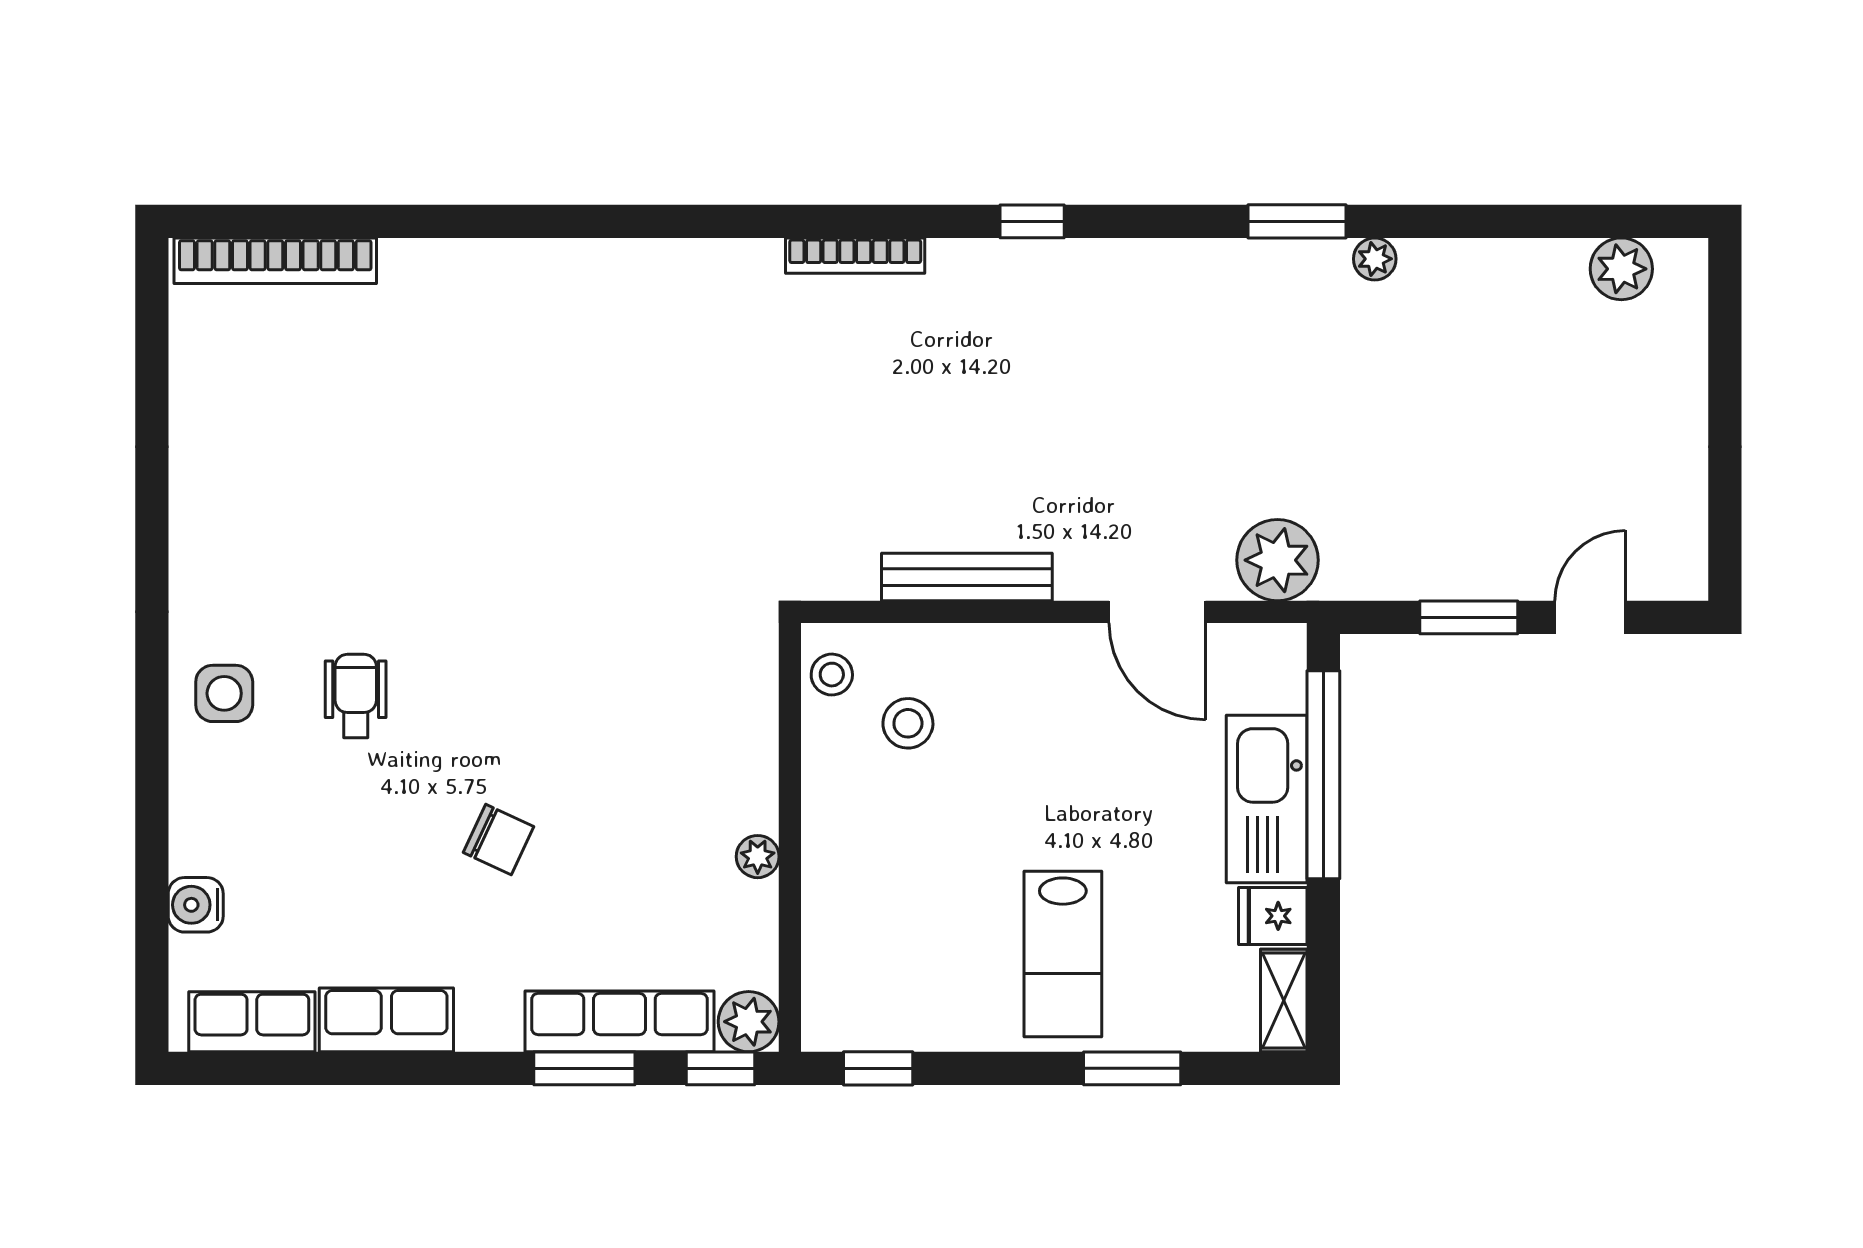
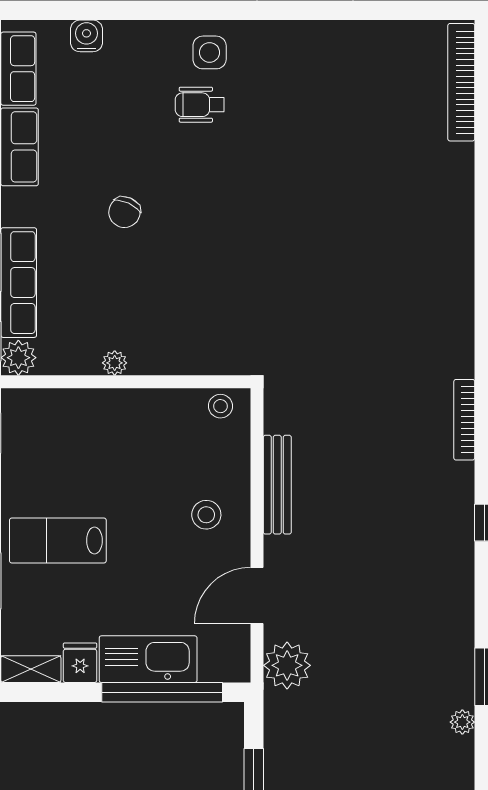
wheelchair: (356, 696) -> (200, 105), moved, turned 180
stool: (908, 723) -> (206, 515), moved

